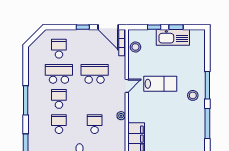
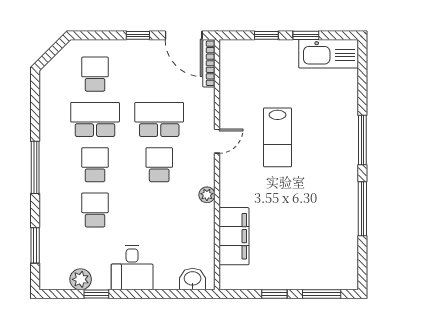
kitchen sink: (173, 37) -> (329, 54), moved
stool: (135, 47) -> (233, 71), removed
lab bench: (160, 84) -> (277, 137), turned 90
stool: (193, 95) -> (336, 158), removed
school desk: (95, 124) -> (159, 165), moved

